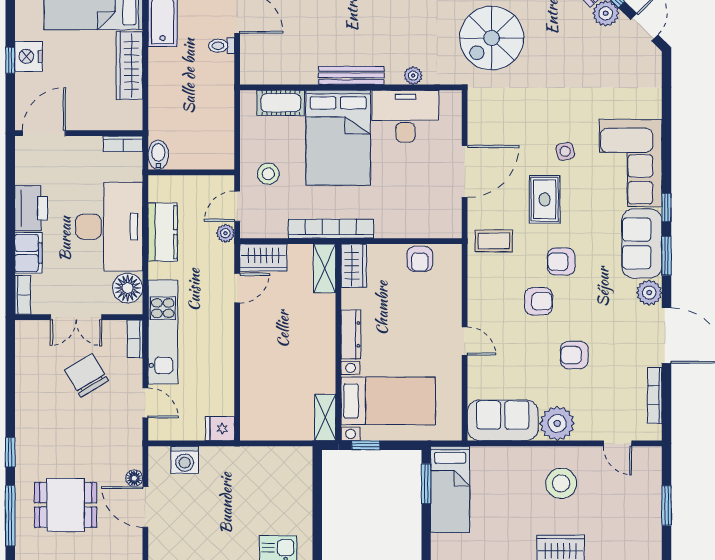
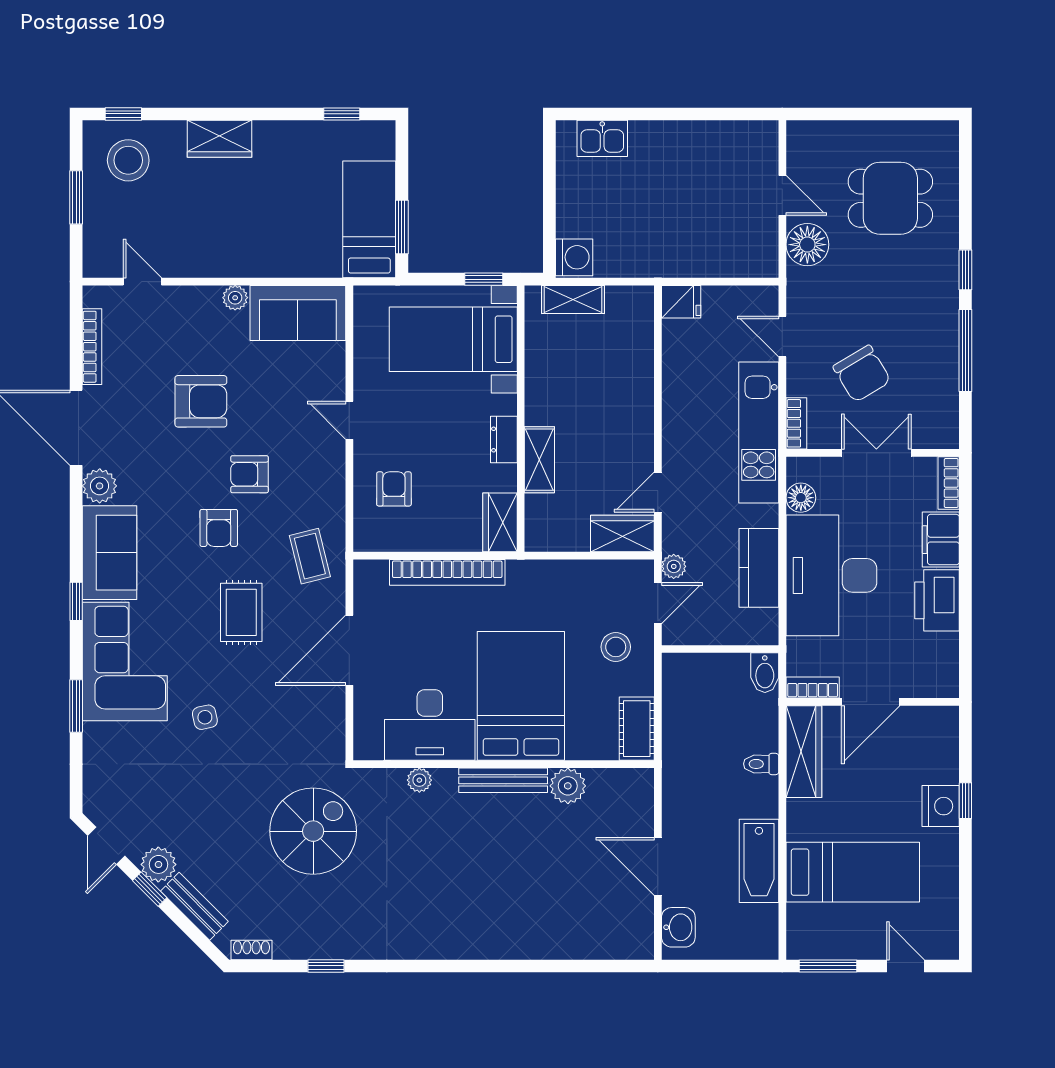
toilet: (222, 46) -> (761, 764), moved, turned 180
wardrobe: (129, 66) -> (804, 752), moved
plant: (304, 71) -> (568, 786), added
cot: (281, 103) -> (637, 729), moved, turned 90
door: (44, 133) -> (871, 702), moved
side table: (565, 151) -> (205, 717), moved
bookcase: (331, 229) -> (447, 572), moved
coffee table: (494, 241) -> (310, 556), turned 76
window: (666, 256) -> (76, 706), moved
armchair: (420, 259) -> (394, 489), moved
armchair: (561, 262) -> (219, 528), turned 90
shelving: (325, 268) -> (539, 460), moved
floor lamp: (128, 288) -> (801, 498), width x0.73, depth x0.73
dresser: (351, 334) -> (504, 440), width x0.70
armchair: (574, 355) -> (201, 401), width x1.38, depth x1.38
shelving: (325, 418) -> (573, 299), moved, turned 90
plant: (557, 423) -> (235, 298), width x0.53, depth x0.53
washing machine: (185, 460) -> (574, 257), moved, turned 90
floor lamp: (134, 478) -> (807, 245), width x1.89, depth x1.89
stool: (561, 483) -> (128, 160), moved
door: (145, 507) -> (782, 195), width x0.73
window: (10, 516) -> (965, 350), moved

